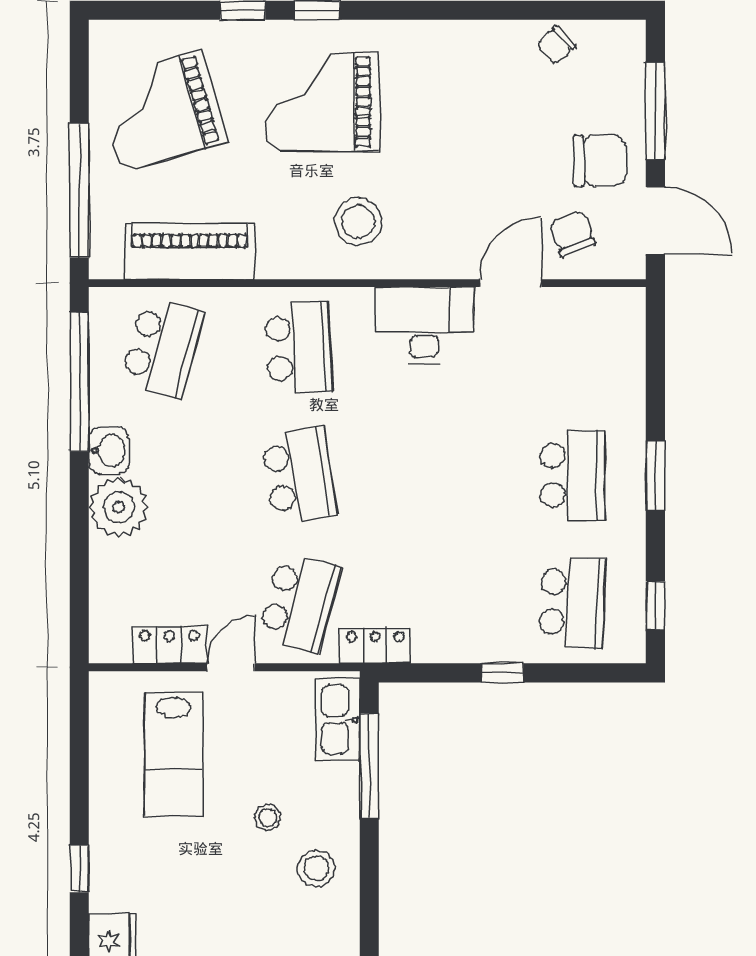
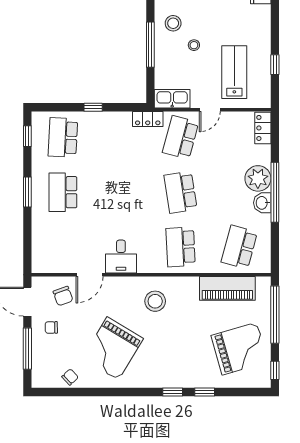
window: (79, 61) -> (275, 370), added
grand piano: (322, 102) -> (113, 348), moved, turned 121
chair: (600, 160) -> (51, 327), width x0.54, depth x0.54
desk: (424, 326) -> (121, 257), width x0.73
window: (79, 382) -> (275, 192), moved
locker: (169, 645) -> (263, 128), moved, turned 90
kitchen sink: (338, 720) -> (172, 99), moved, turned -90
window: (369, 766) -> (150, 45), moved
window: (79, 869) -> (275, 65), moved

